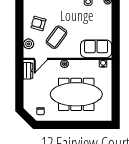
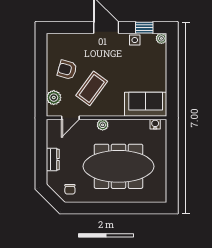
dresser: (28, 71) -> (53, 159), moved

